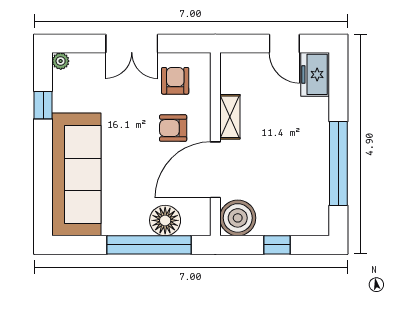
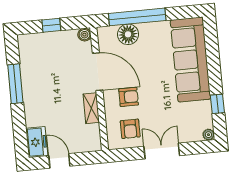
window: (338, 163) -> (15, 84), width x0.68
door: (215, 170) -> (98, 72), hinge flipped
boiler: (238, 218) -> (84, 35), width x0.54, depth x0.54

